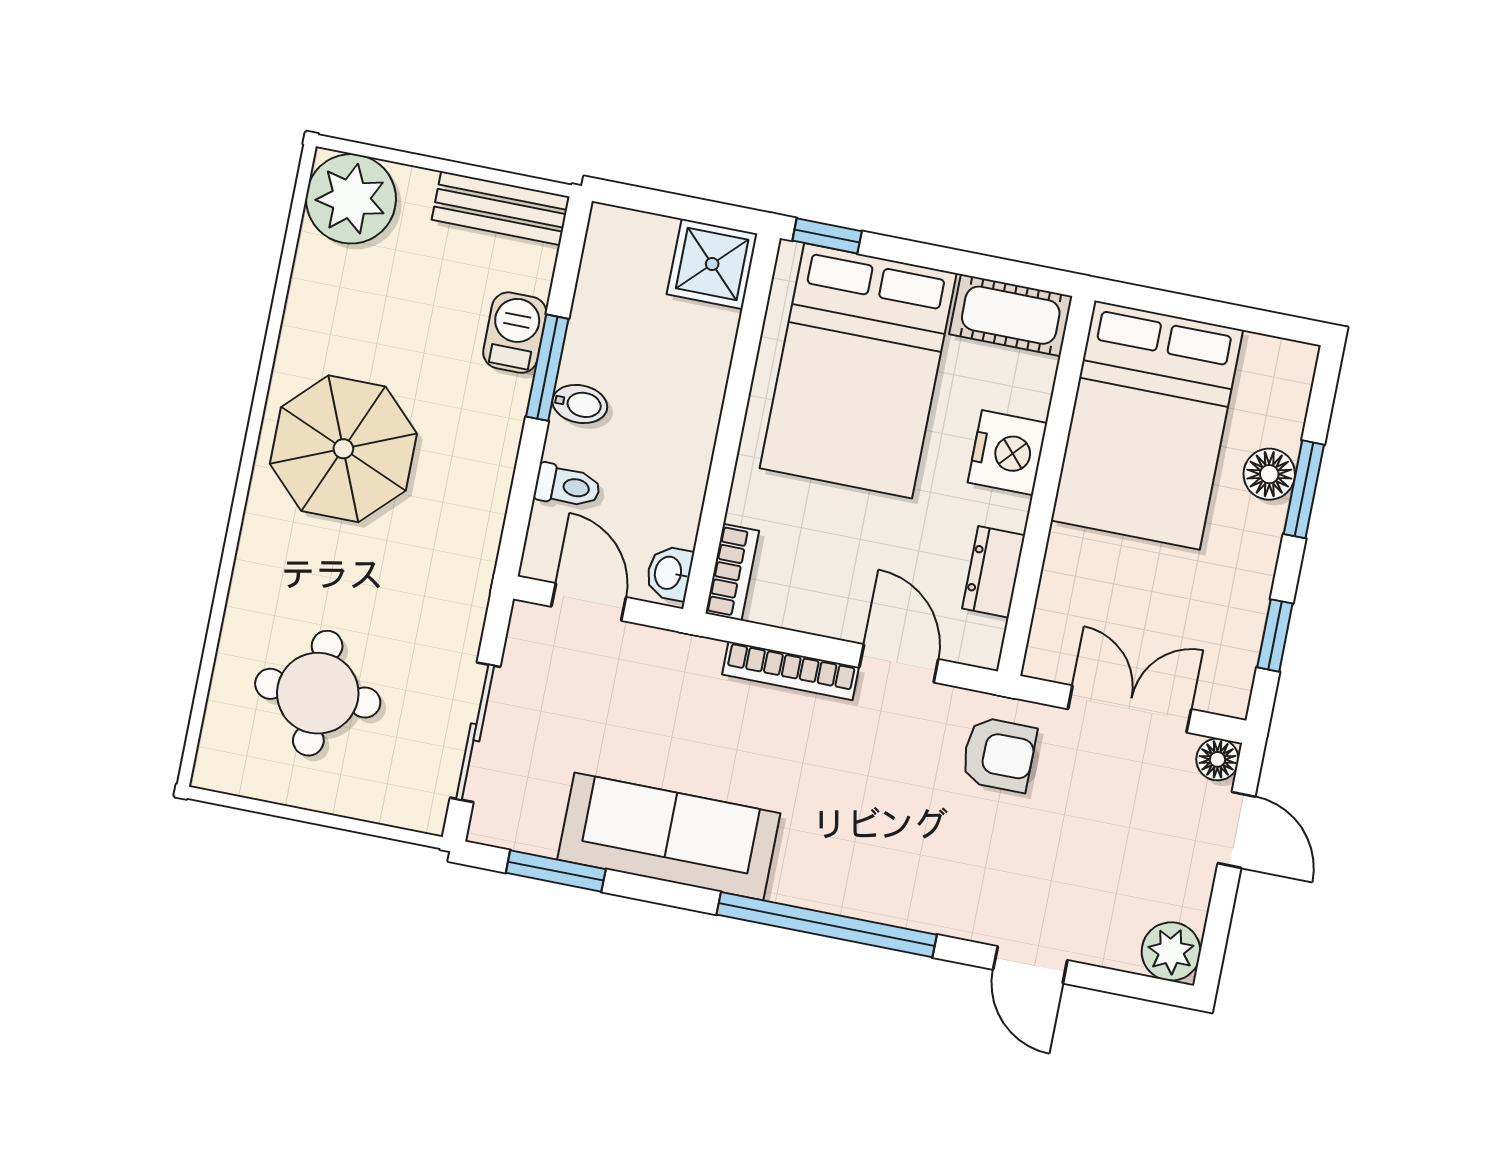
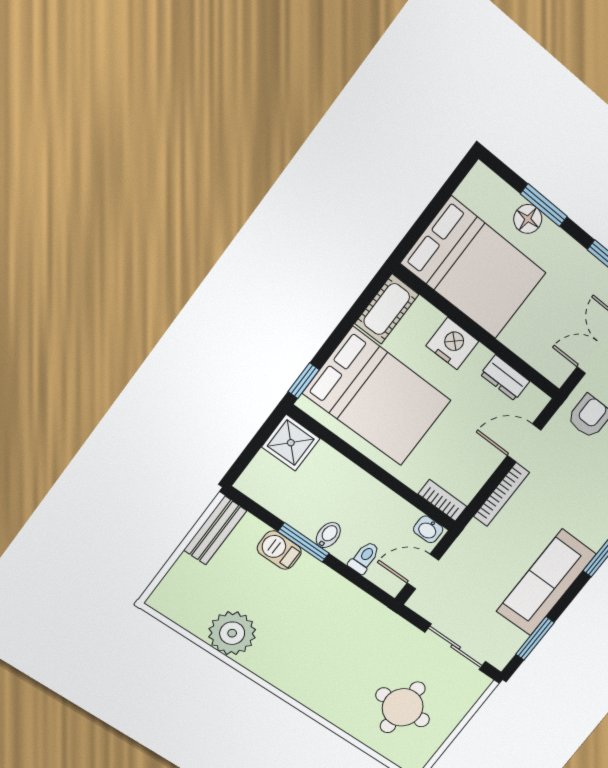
plant: (351, 199) -> (232, 633), moved
parasol: (343, 449) -> (296, 651), removed

